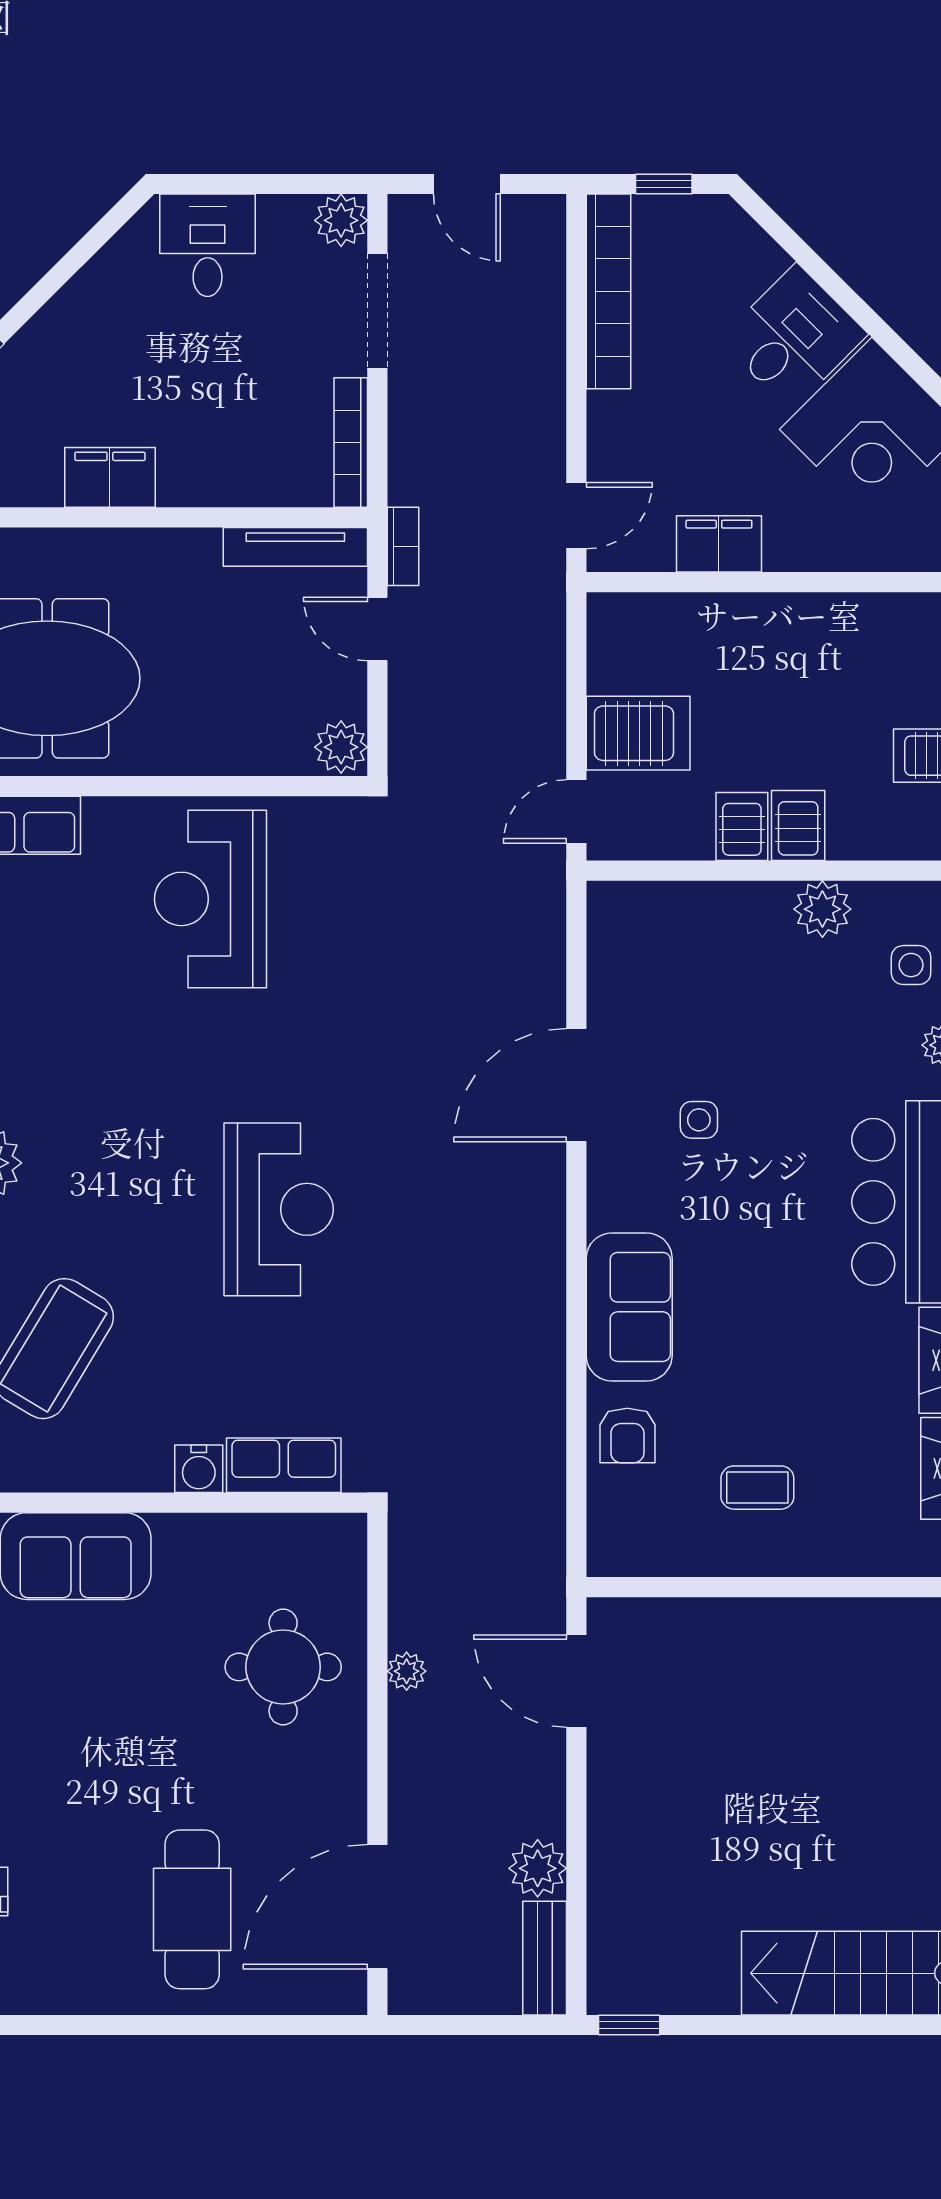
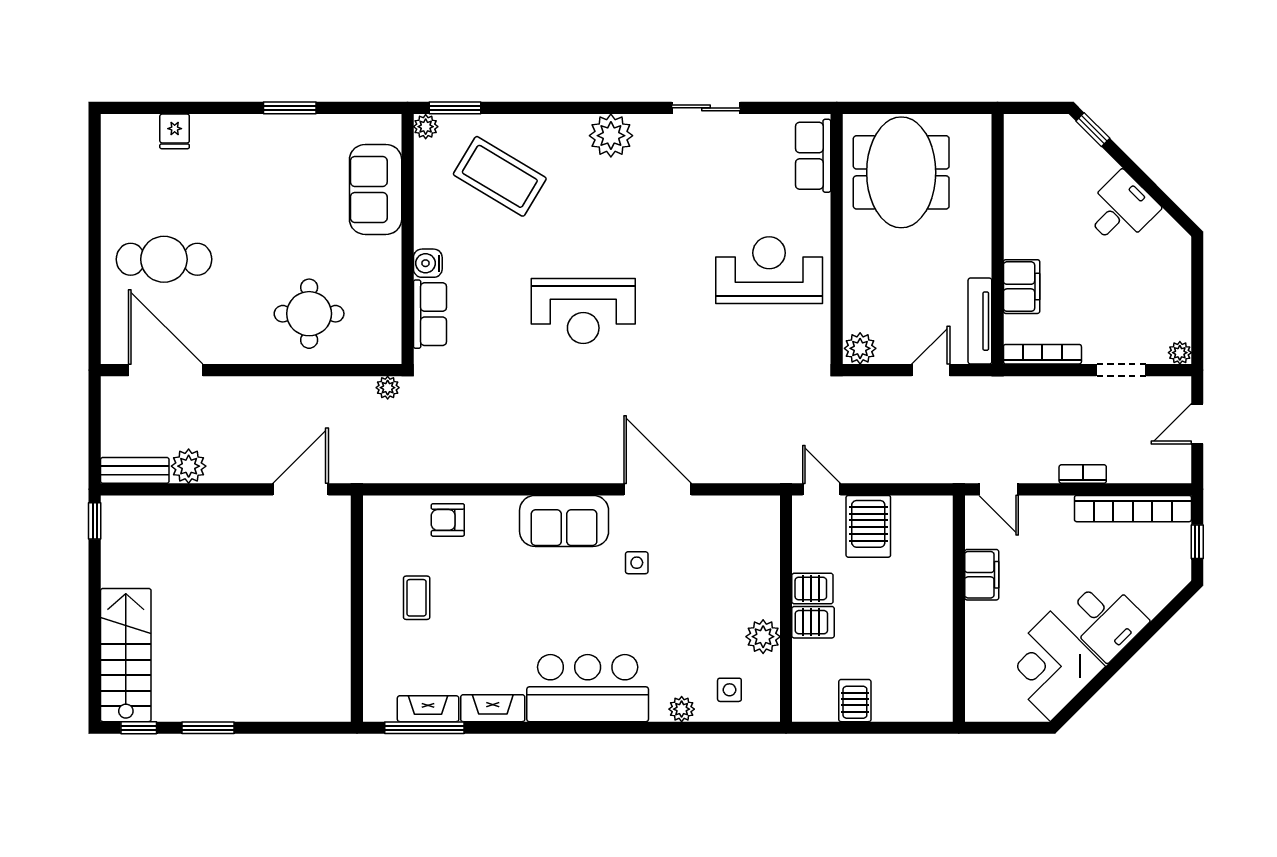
plant: (341, 220) -> (1180, 353), width x0.73, depth x0.73
desk: (208, 245) -> (1121, 209), moved, turned -45
doorway: (377, 311) -> (1121, 370), width x0.73
filing cabinet: (110, 477) -> (1022, 287), moved
bookcase: (403, 546) -> (1083, 474), moved, turned 180
sofa: (629, 1307) -> (564, 521), moved
plant: (407, 1671) -> (388, 388), moved

